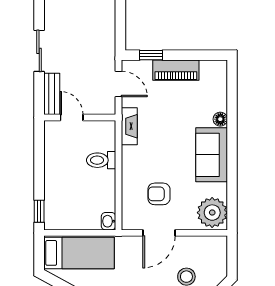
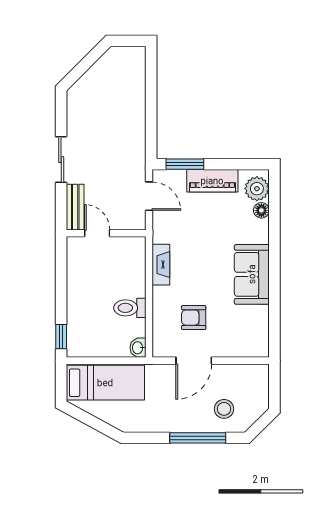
window: (151, 55) -> (185, 164), width x1.50
floor lamp: (220, 119) -> (261, 210), moved
fireplace: (129, 126) -> (161, 265), moved
toilet: (101, 160) -> (130, 308), moved
plant: (212, 213) -> (257, 189), moved, width x0.73, depth x0.73

